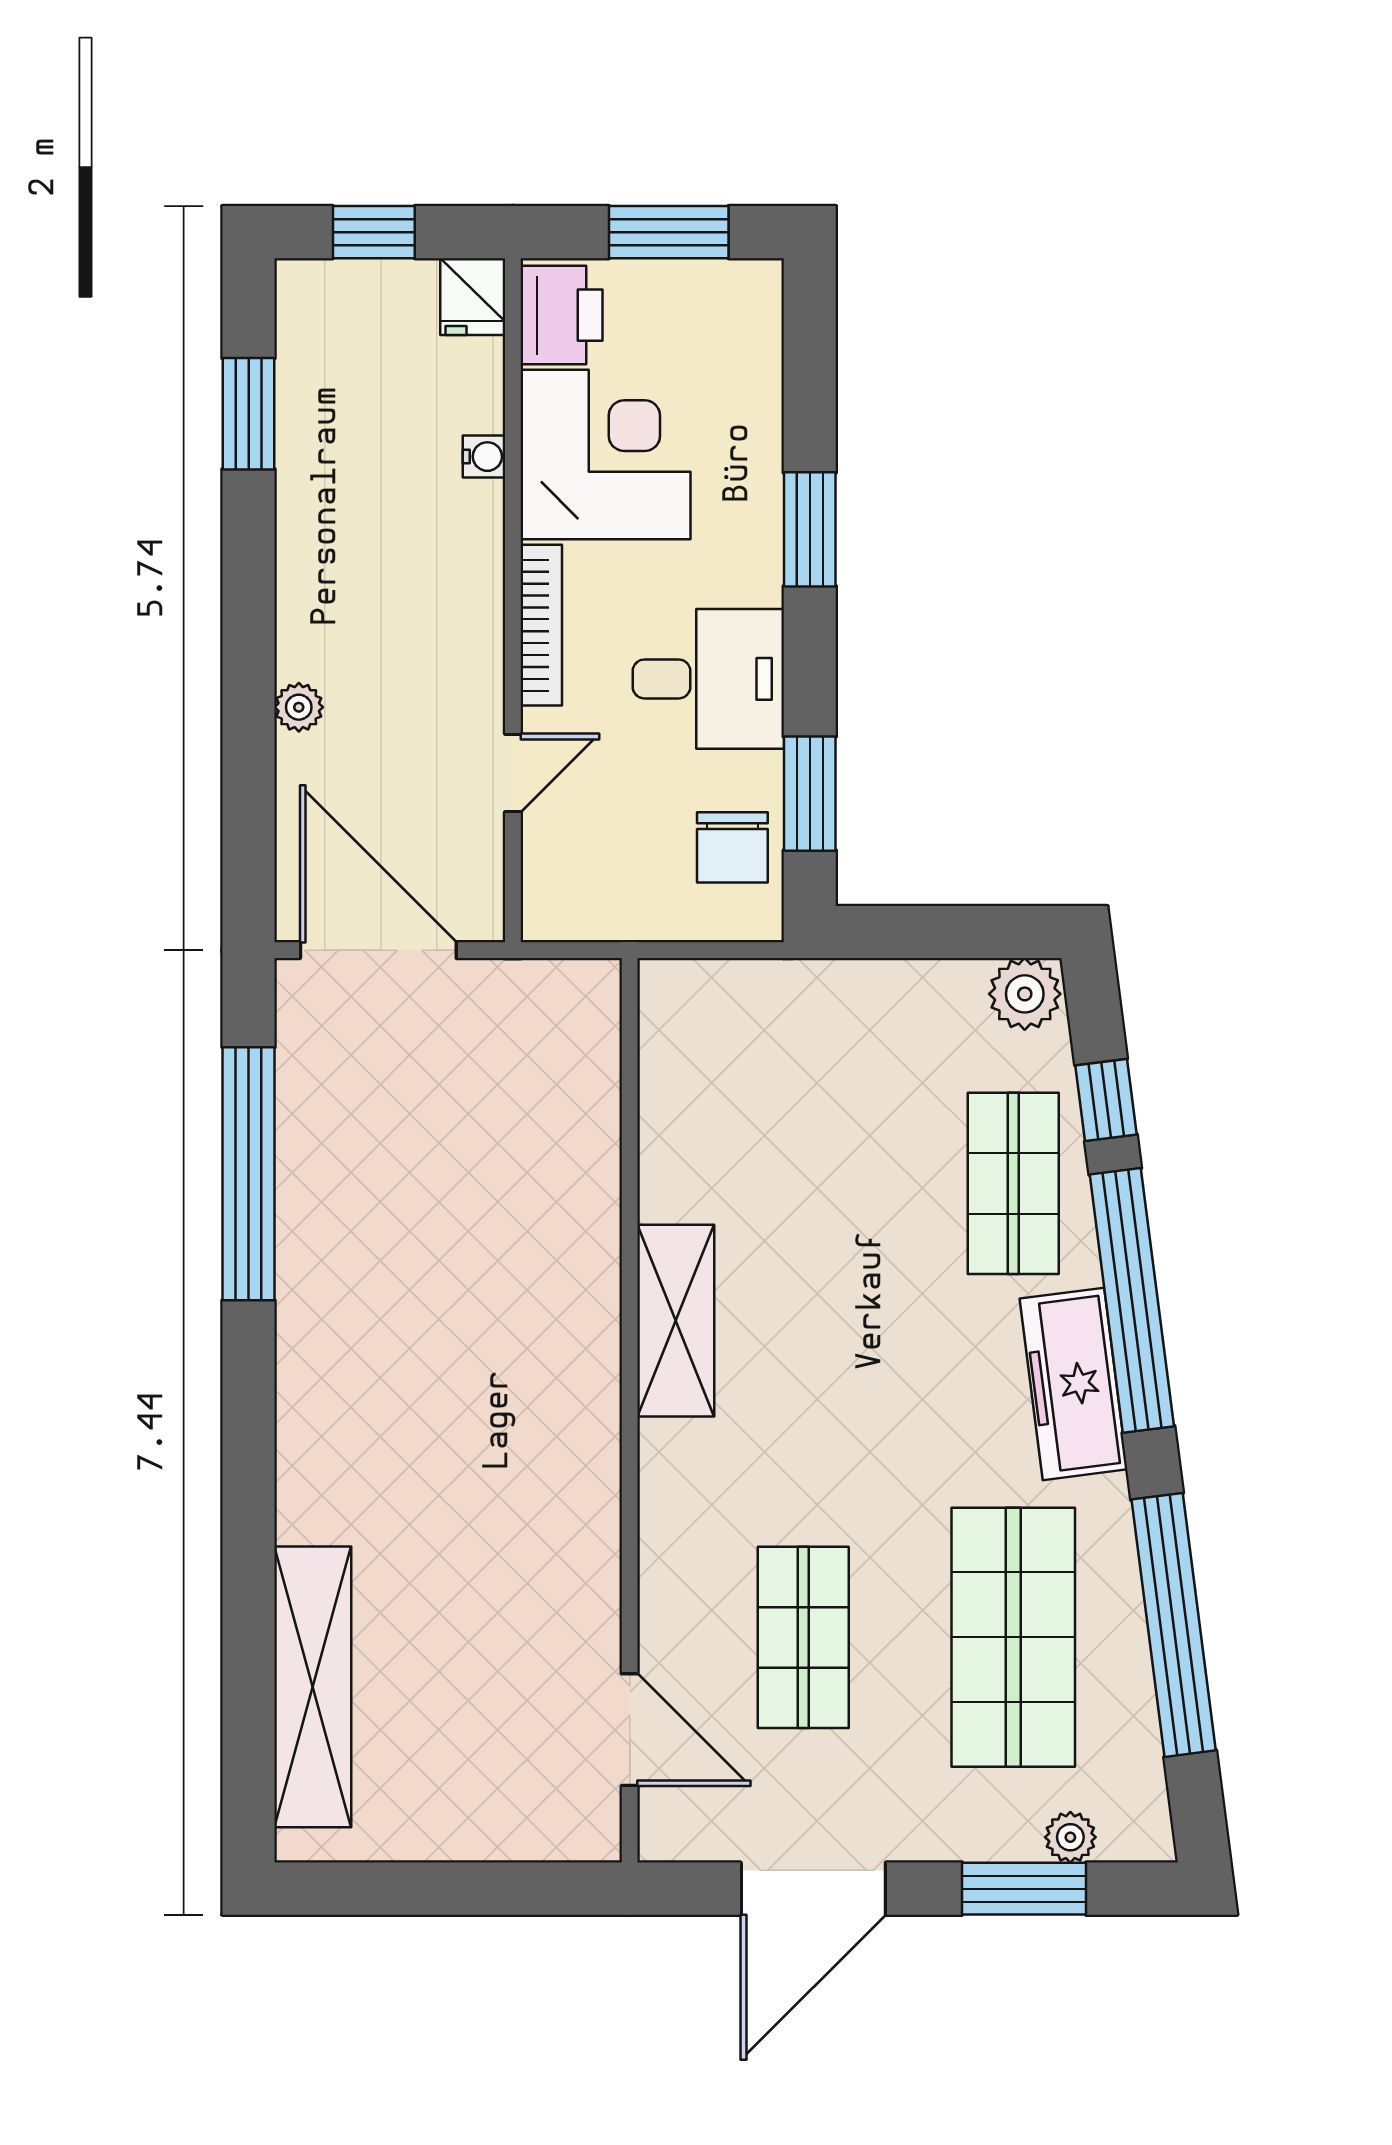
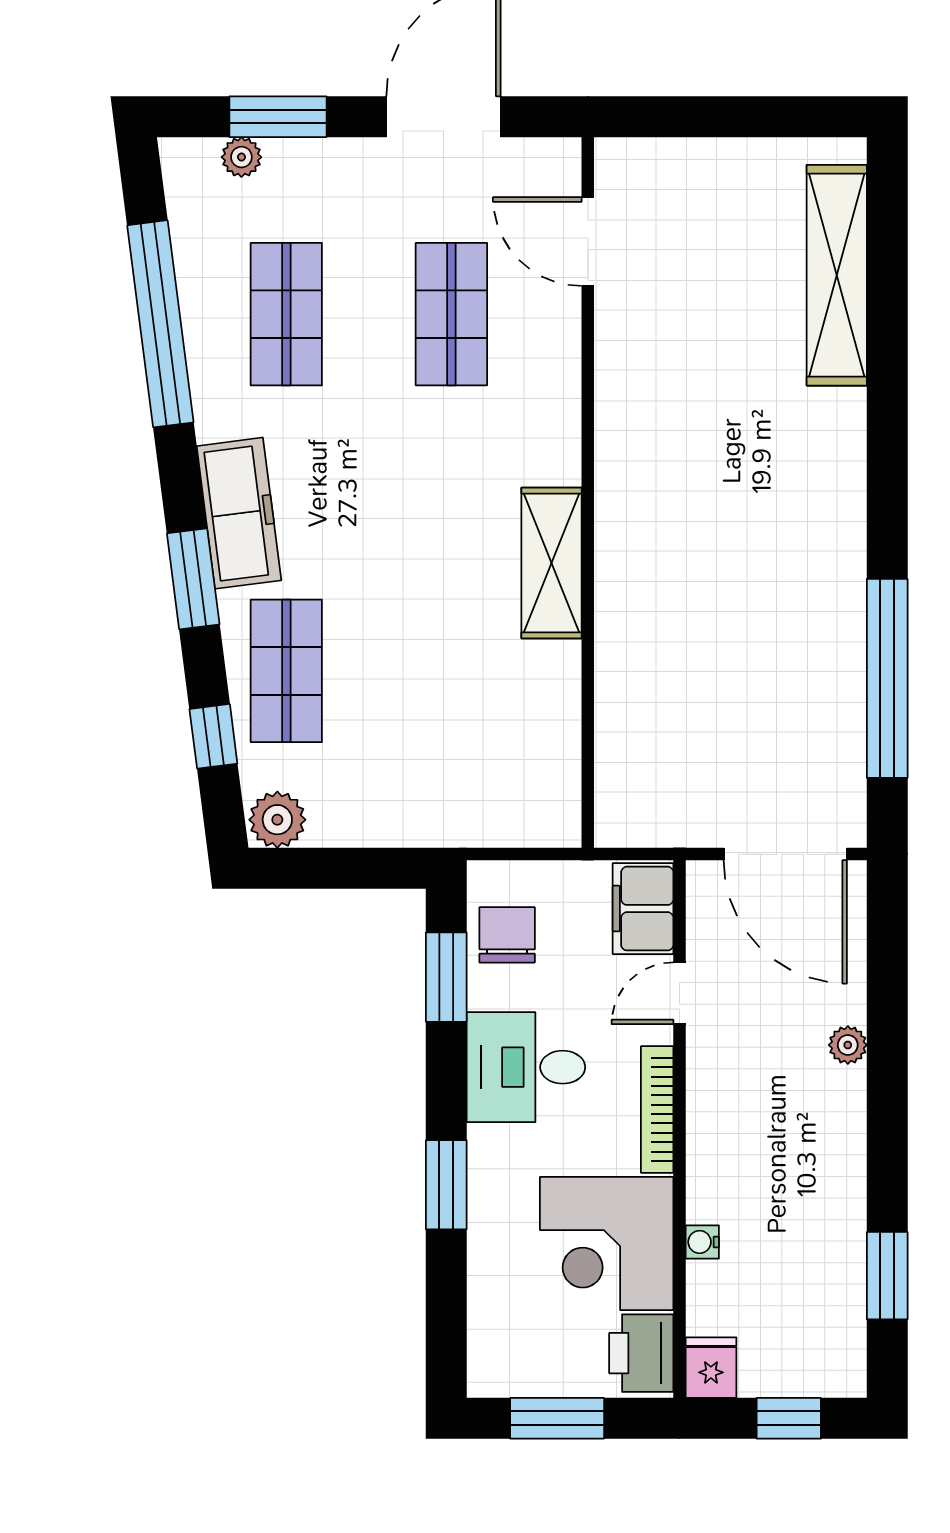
filing cabinet: (559, 881) -> (643, 909), added
window: (1132, 1300) -> (193, 579), width x0.47
shop shelf: (1013, 1637) -> (286, 314), width x0.70, depth x0.74

